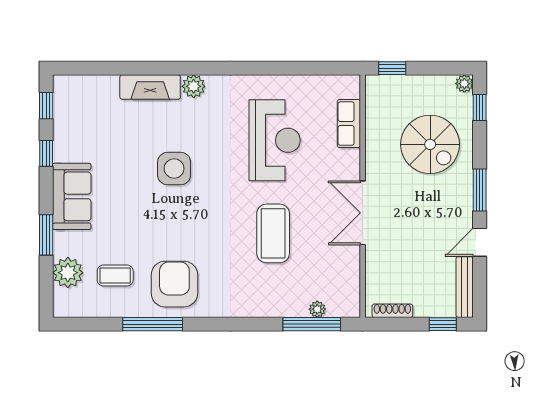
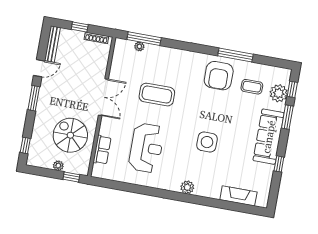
plant: (464, 84) -> (58, 166), moved
fireplace: (150, 87) -> (238, 196), moved
window: (46, 106) -> (292, 89), moved
reception desk: (275, 140) -> (146, 148), turned 180
spiral stairs: (430, 144) -> (70, 135), moved
sofa: (72, 196) -> (269, 137), width x1.36
coffee table: (273, 233) -> (157, 95), turned 90
window: (443, 324) -> (80, 27), moved

